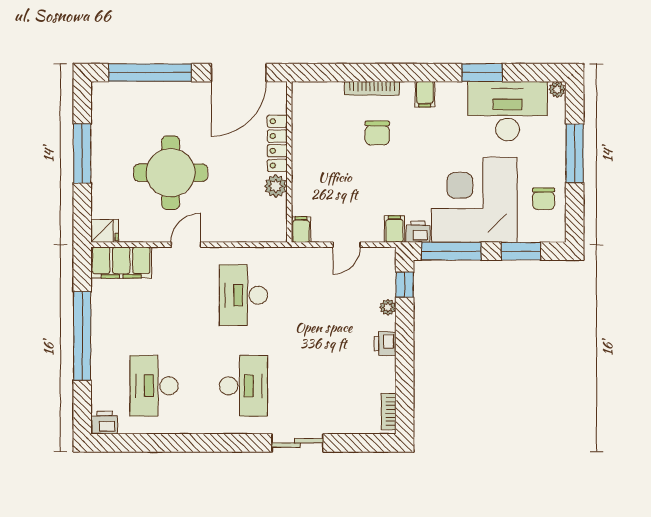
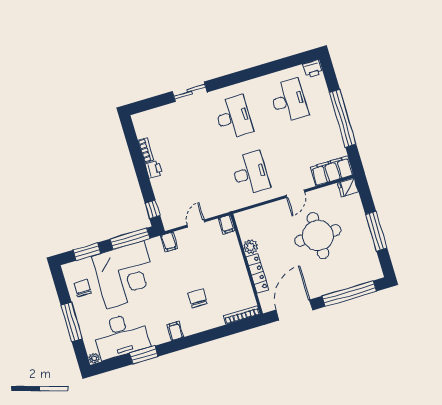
bookcase: (372, 88) -> (242, 315), moved
printer: (418, 232) -> (154, 245), removed
plant: (388, 307) -> (159, 192), removed
desk: (243, 386) -> (234, 117), turned 180
bookcase: (389, 411) -> (146, 150), moved

